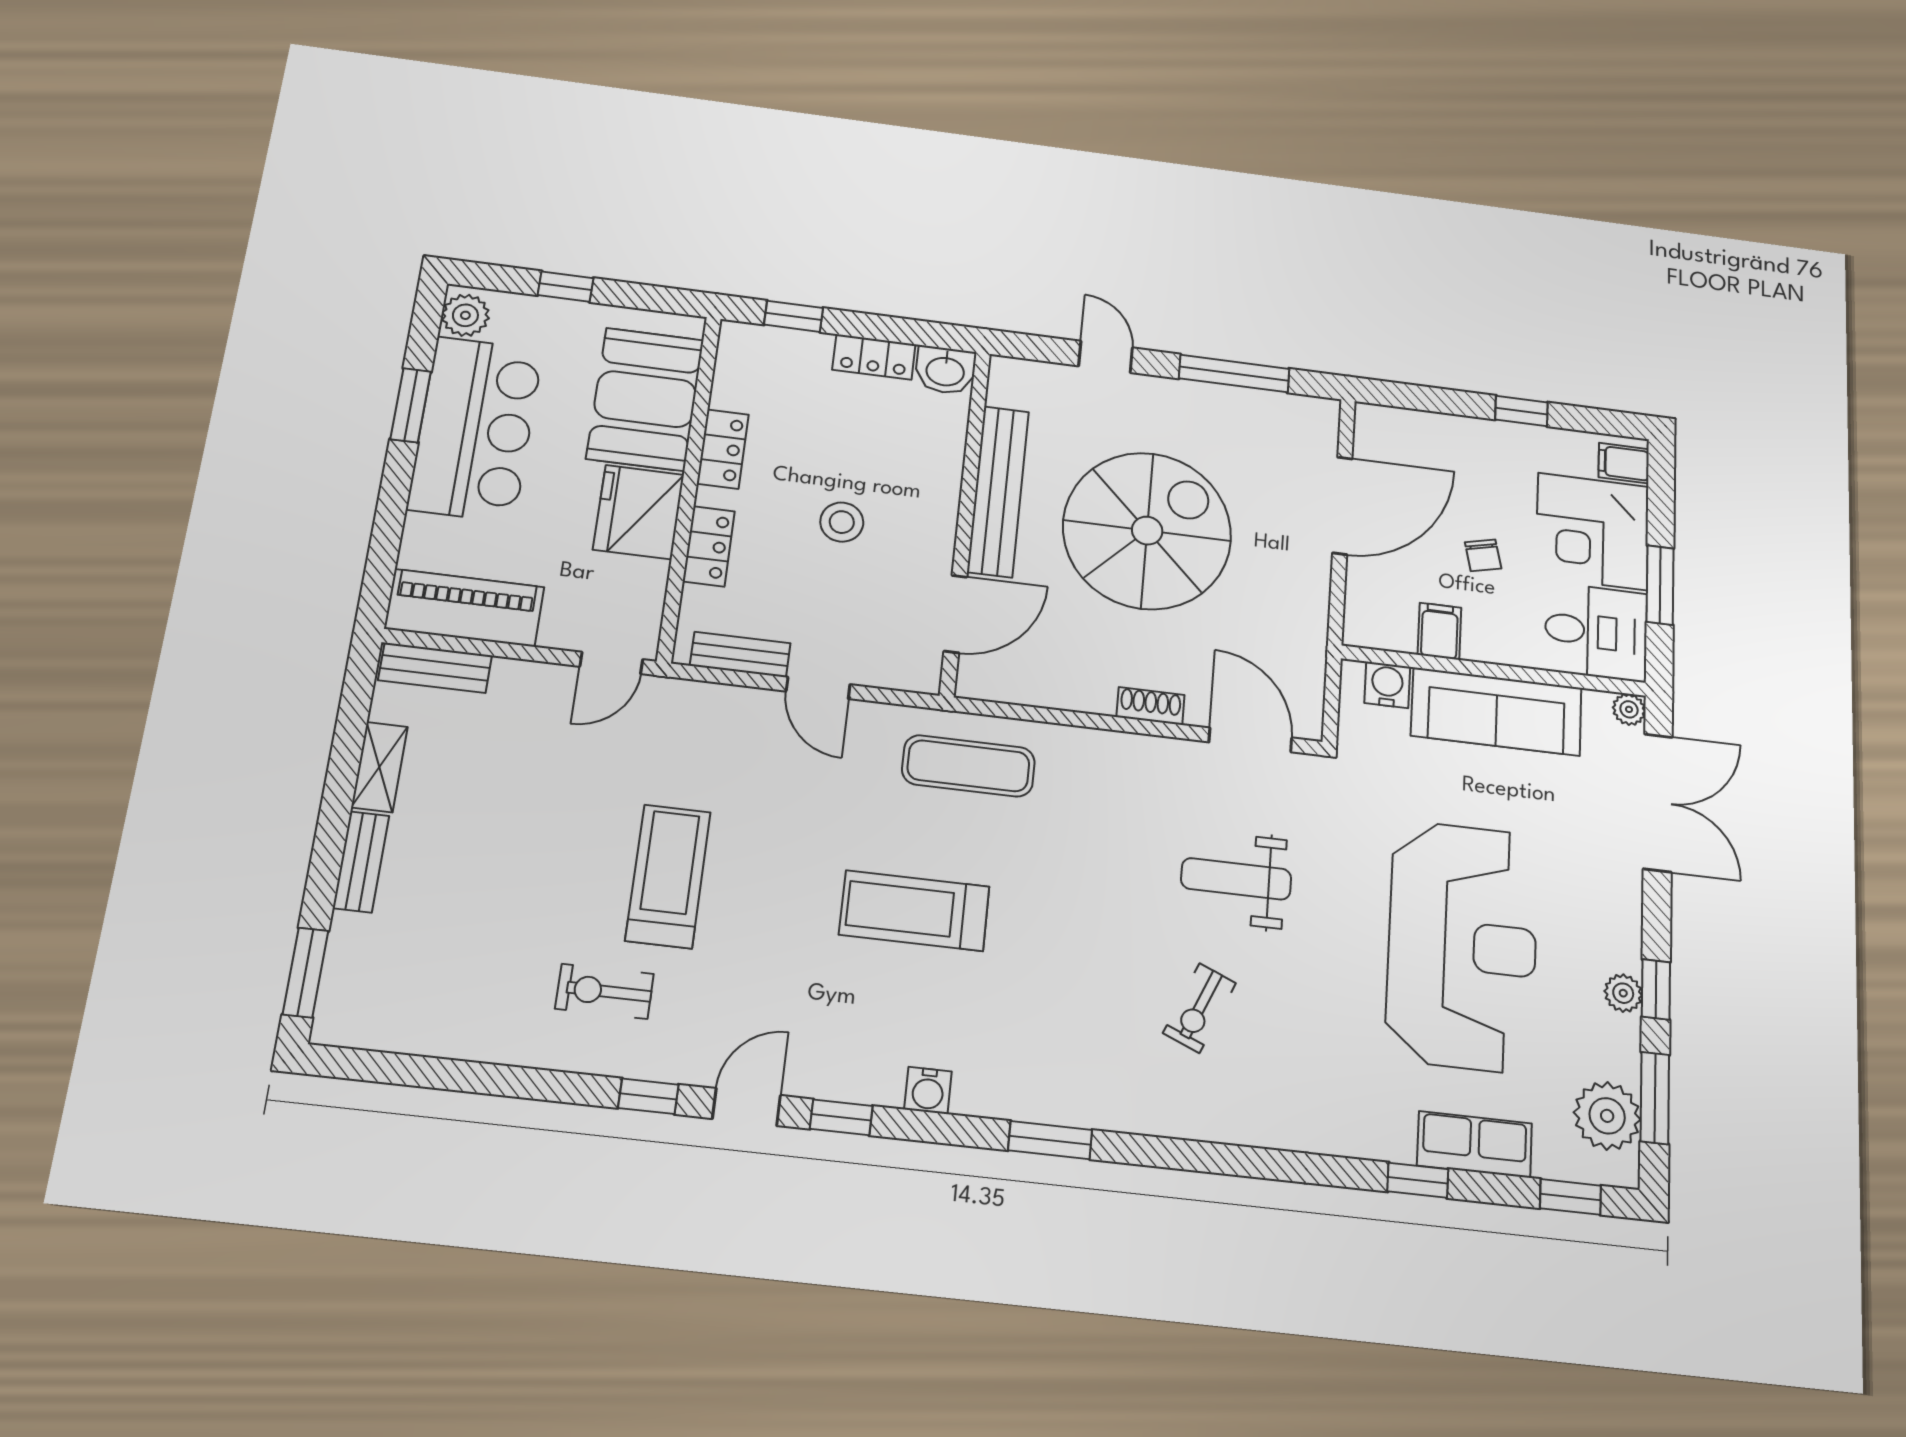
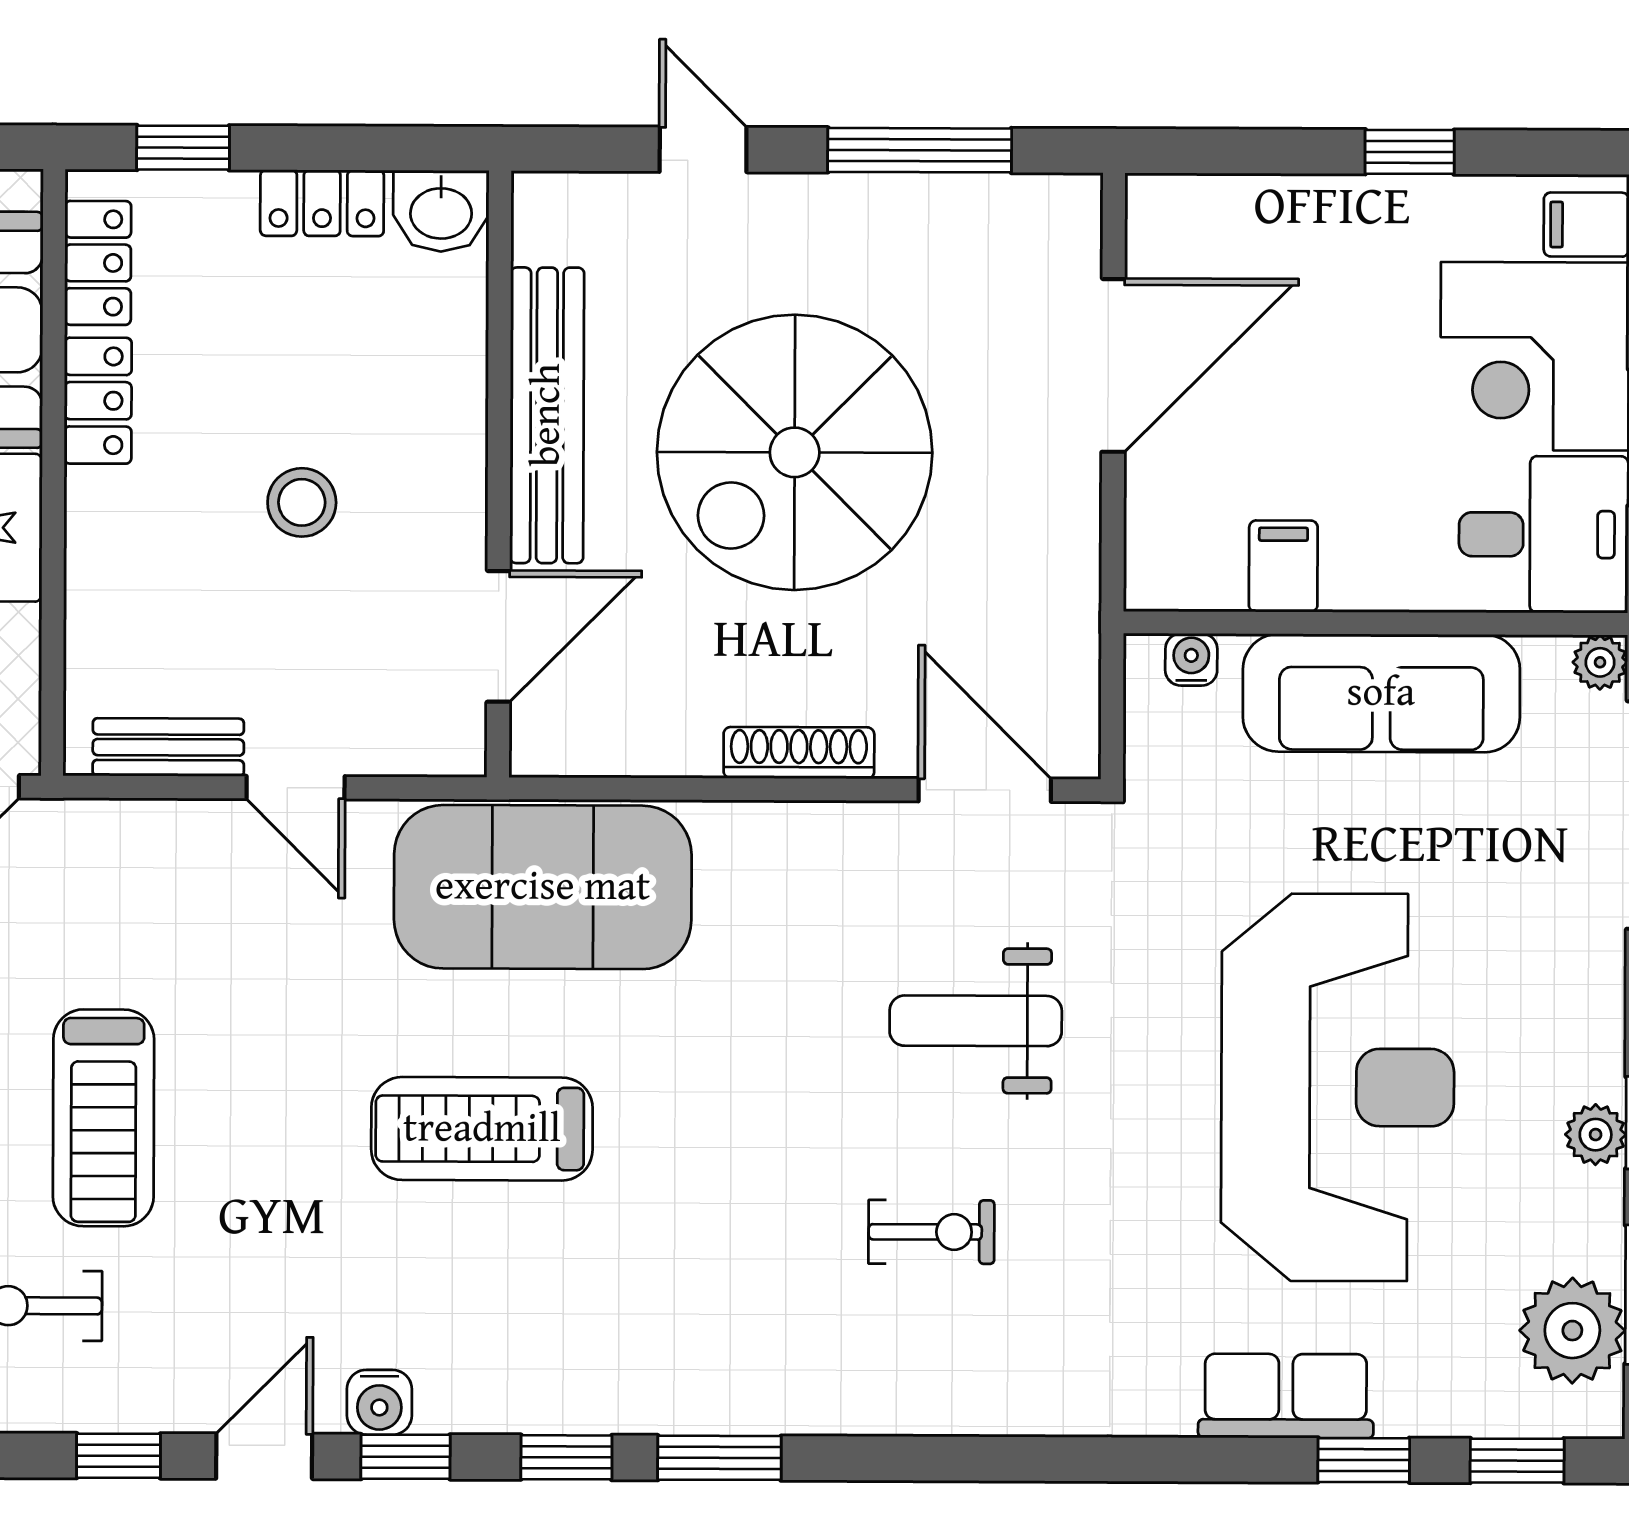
spiral stairs: (1147, 531) -> (795, 452), turned 180
locker: (709, 546) -> (98, 263), moved
chair: (1483, 555) -> (1351, 423), removed
water cooler: (1387, 685) -> (1191, 660), width x0.72, depth x0.72
shoe rack: (1150, 706) -> (799, 753), width x1.43
exercise mat: (968, 766) -> (543, 887), width x2.00, depth x1.45
treadmill: (668, 876) -> (103, 1118), turned 180
exercise bike: (1199, 1008) -> (931, 1232), turned -113
water cooler: (928, 1090) -> (379, 1402), moved
window: (949, 1129) -> (566, 1457), added
row of seats: (1475, 1144) -> (1286, 1396), moved
window: (1418, 1180) -> (1364, 1460), moved

